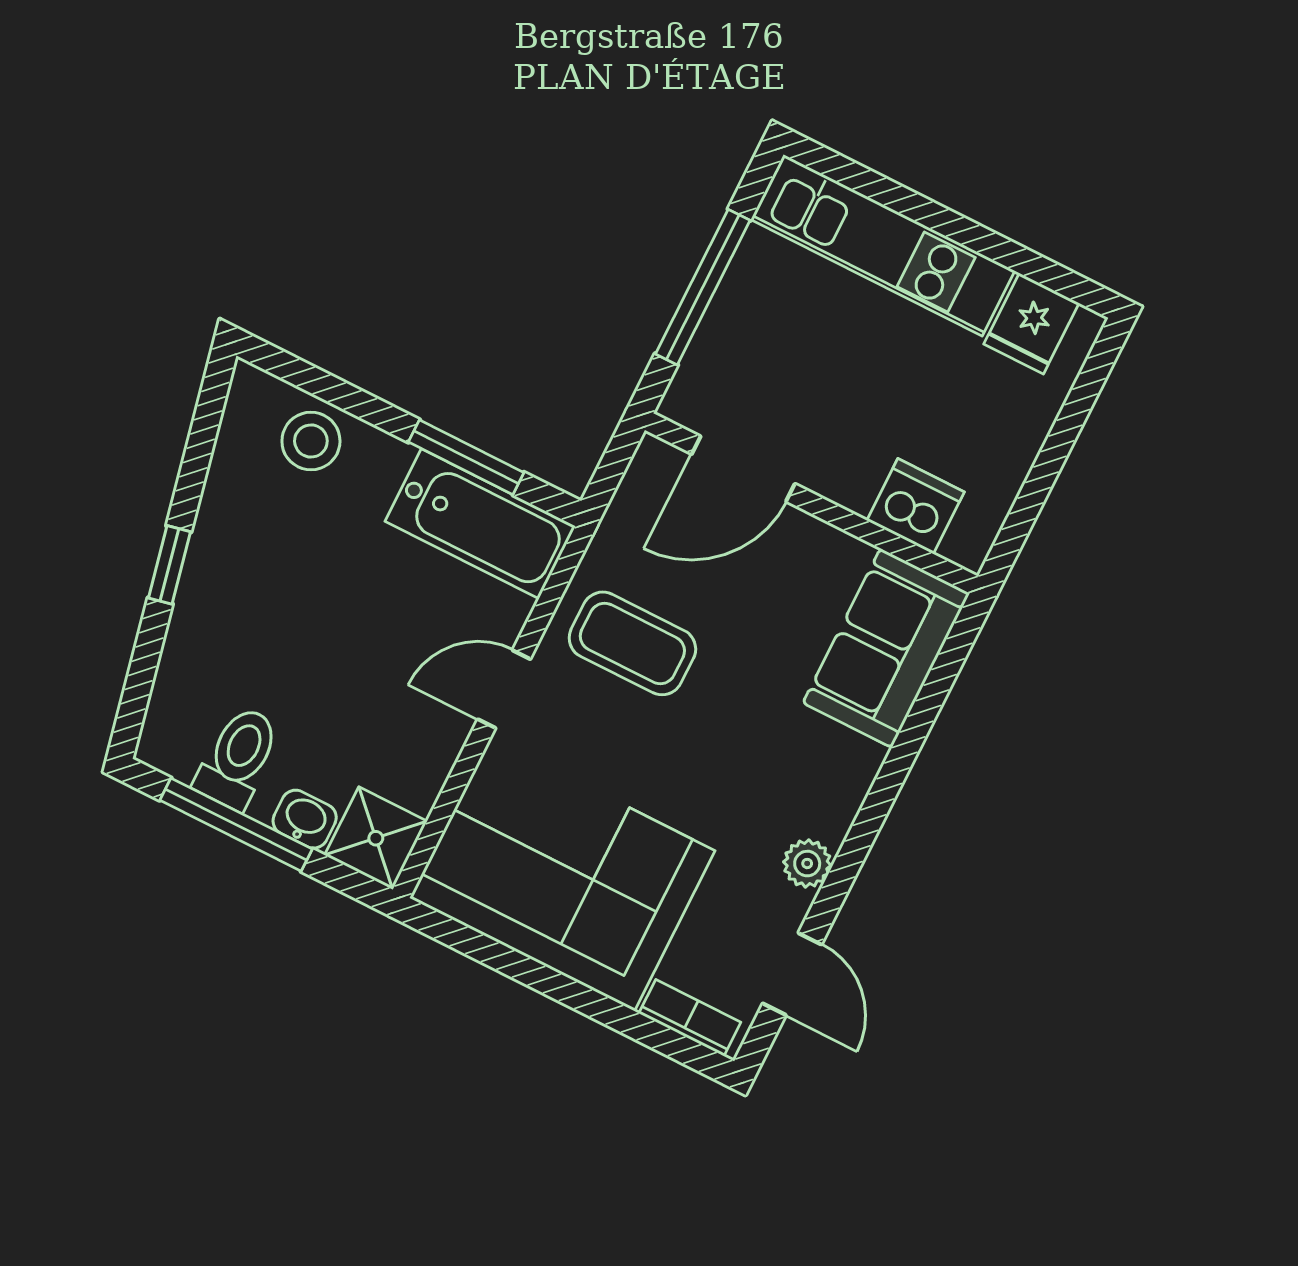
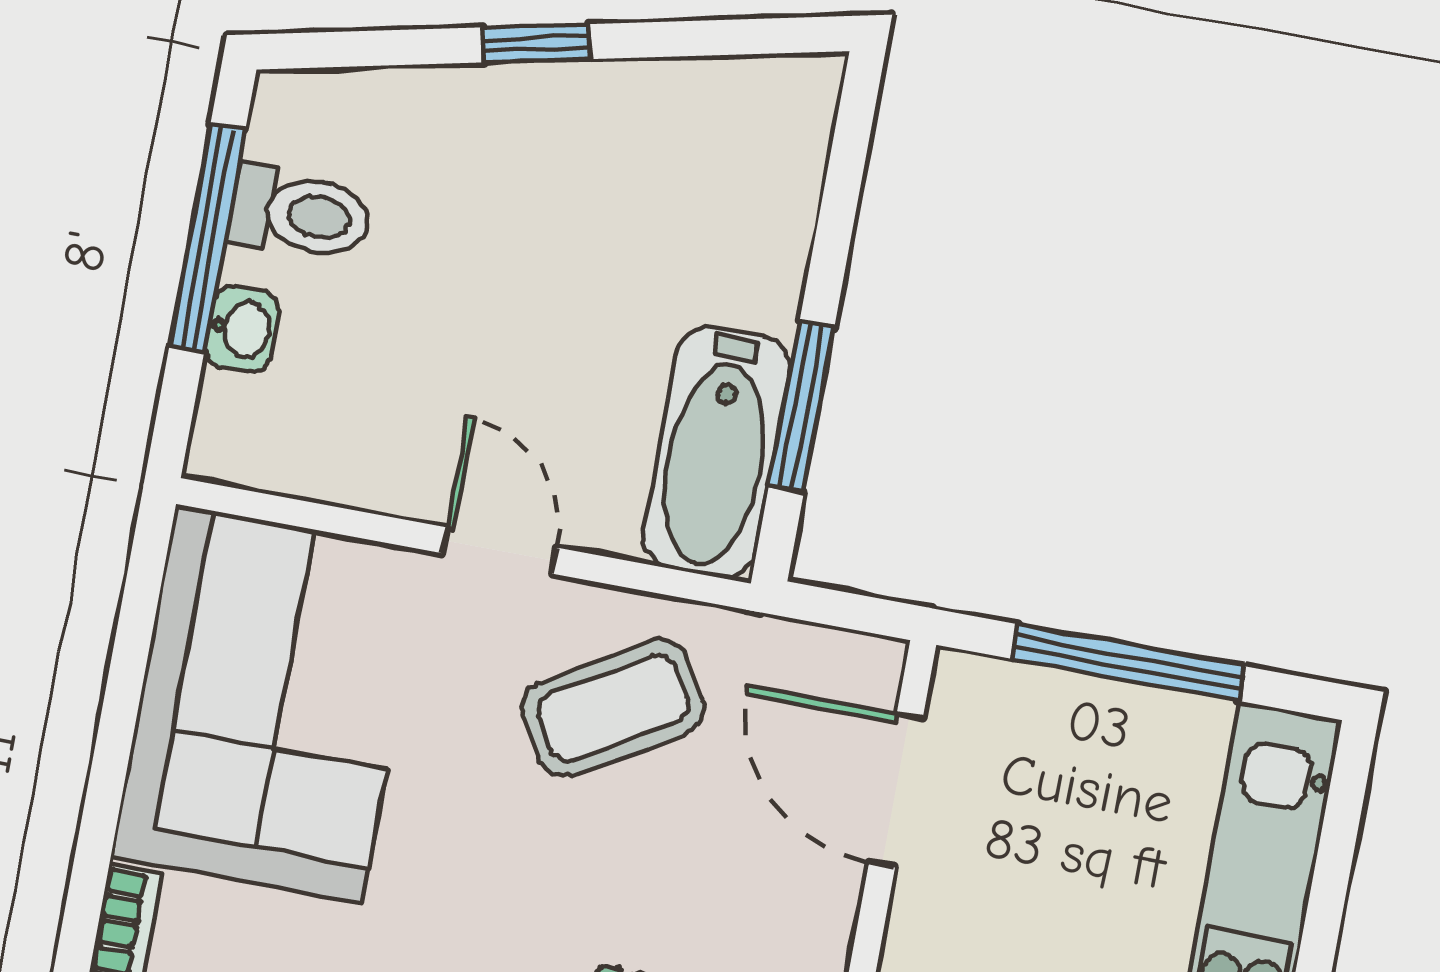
stool: (311, 441) -> (762, 188), removed
coffee table: (632, 643) -> (613, 708), turned 59
shower: (376, 838) -> (244, 434), removed

